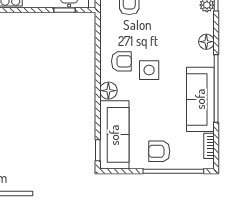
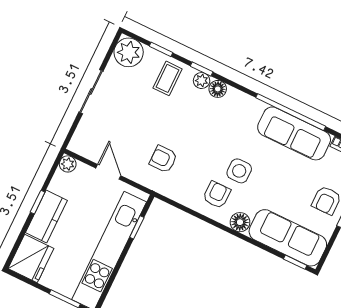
floor lamp: (206, 42) -> (218, 89), moved

